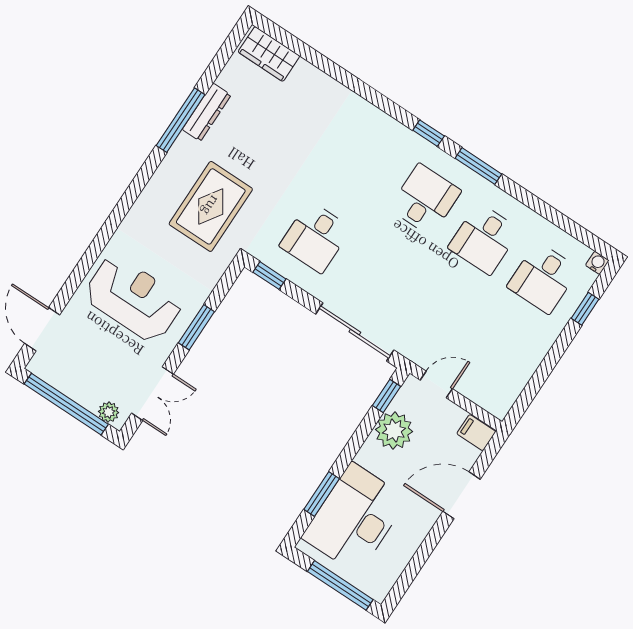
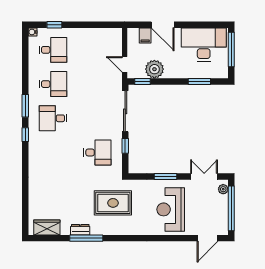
wardrobe: (269, 54) -> (47, 227), moved, turned -90
dresser: (207, 112) -> (80, 230), width x0.70
window: (269, 276) -> (125, 146), moved
filing cabinet: (476, 433) -> (145, 35), moved
desk: (355, 518) -> (204, 45), moved, turned 180

